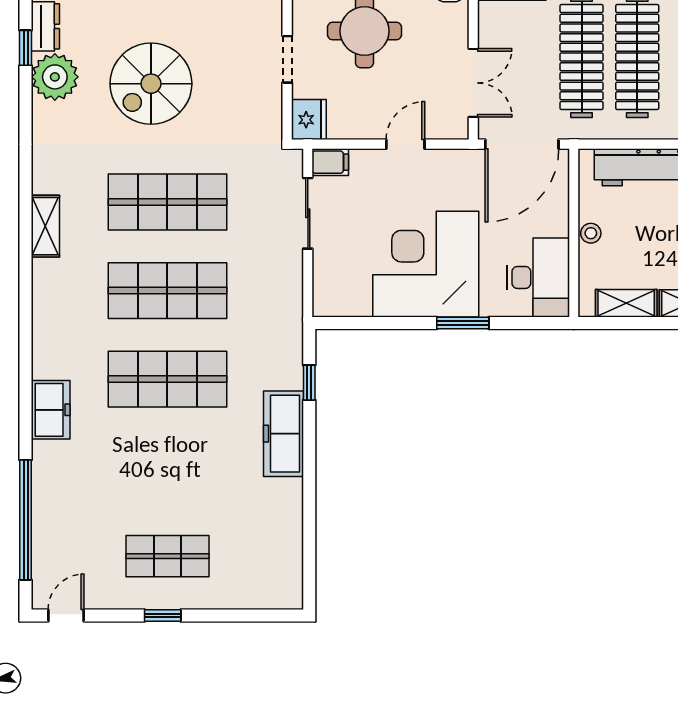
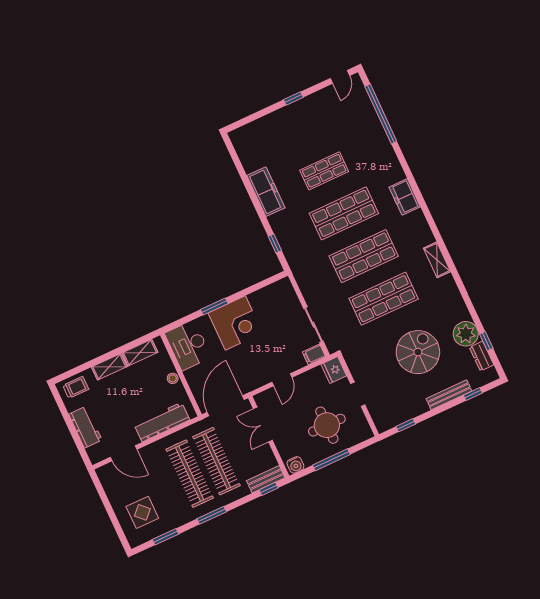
corner desk: (426, 264) -> (235, 323), width x0.74, depth x0.74
freezer: (51, 410) -> (405, 197), moved
freezer: (283, 434) -> (266, 192), moved
shop shelf: (167, 556) -> (324, 171), moved

